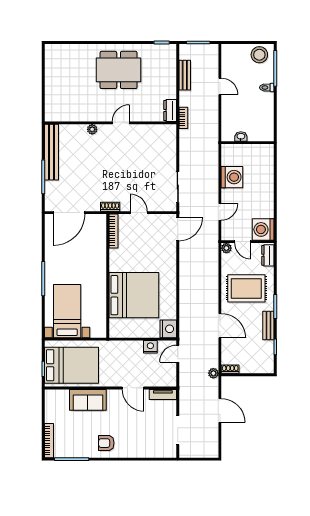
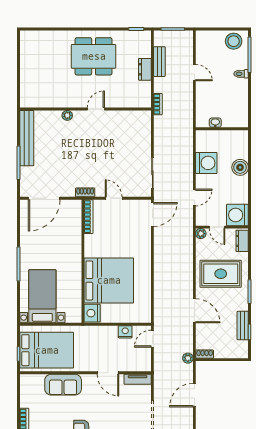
dresser: (170, 111) -> (145, 69), moved
boiler: (266, 182) -> (240, 167), added
bench: (268, 326) -> (243, 326), moved
nightstand: (168, 329) -> (92, 313), moved, turned 180
door: (220, 410) -> (194, 395), swing flipped

